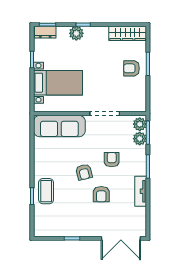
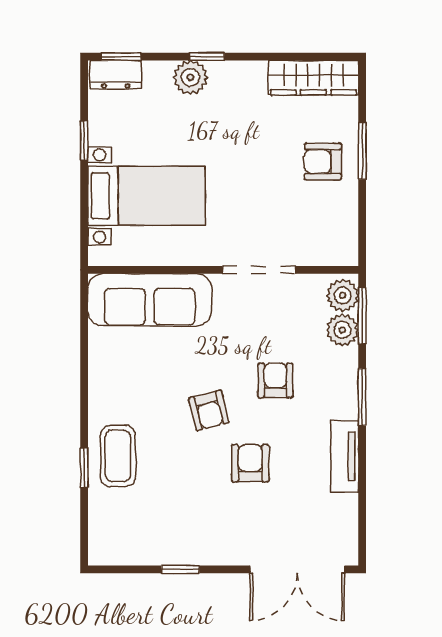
armchair: (101, 194) -> (250, 463), turned 180

